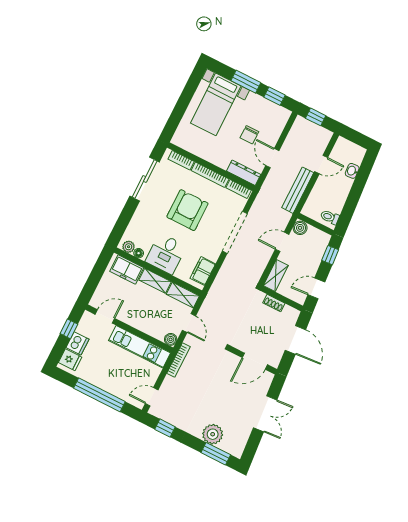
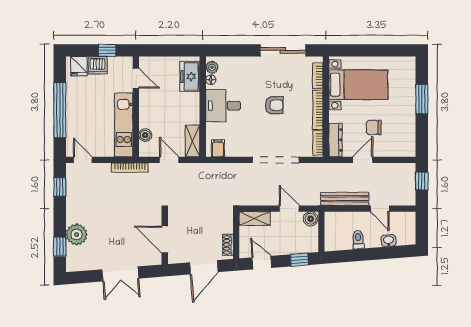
window: (274, 96) -> (422, 133), removed
bed with nightstands: (216, 104) -> (358, 85), moved, turned 180
armchair: (187, 210) -> (274, 105), width x0.53, depth x0.53
toilet: (330, 217) -> (358, 240), moved
filing cabinet: (203, 271) -> (218, 148), width x0.50
shelving: (155, 281) -> (193, 108), removed
shoe rack: (274, 303) -> (228, 245), moved
door: (189, 323) -> (169, 160), swing flipped
boiler: (171, 339) -> (145, 135), moved
window: (216, 454) -> (60, 247), width x0.67

